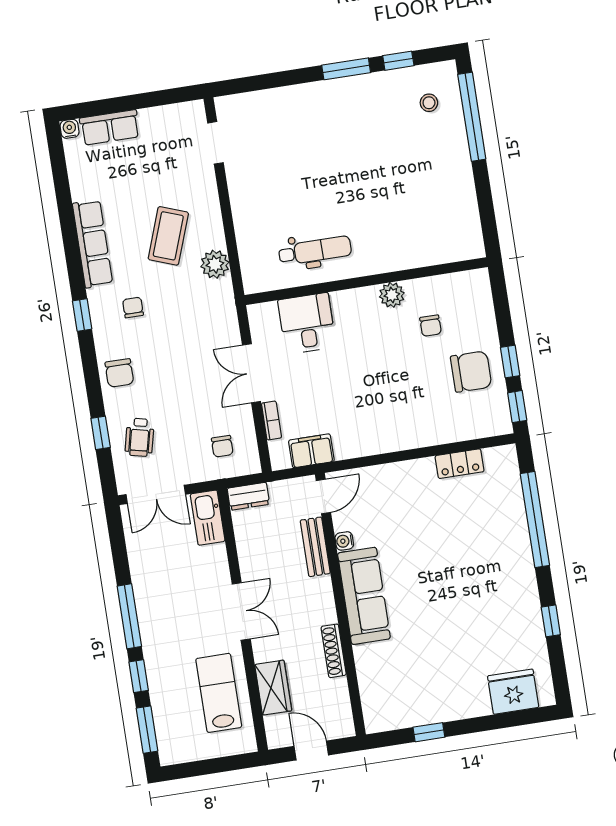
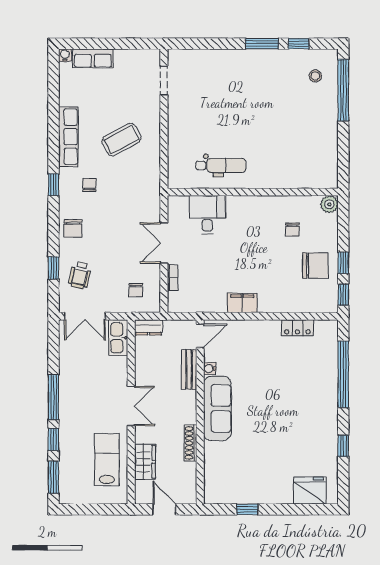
coffee table: (168, 236) -> (121, 139), turned 42
plant: (215, 264) -> (150, 164), removed
plant: (392, 295) -> (329, 204), moved
filing cabinet: (311, 451) -> (242, 303), moved

